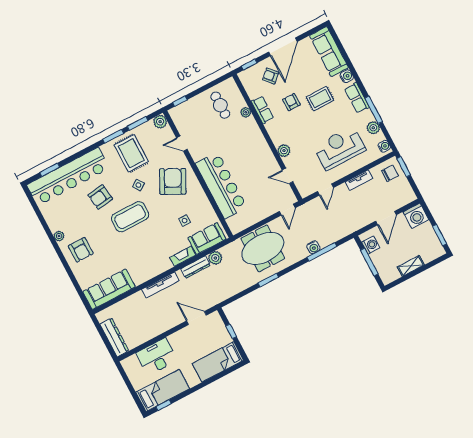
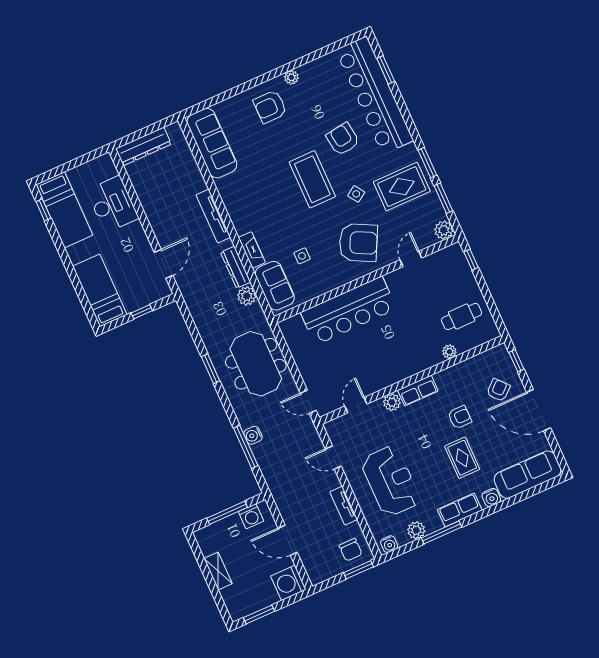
row of seats: (262, 110) -> (418, 391), moved

